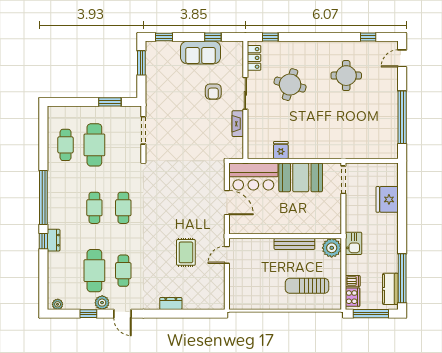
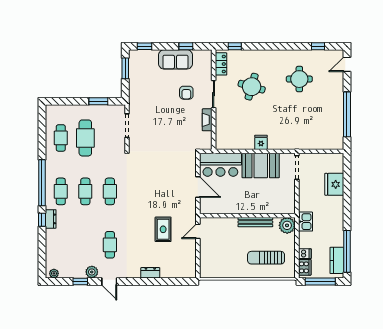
fridge: (281, 150) -> (261, 142), moved
cafe table: (94, 271) -> (61, 191), moved, width x0.73, depth x0.74

